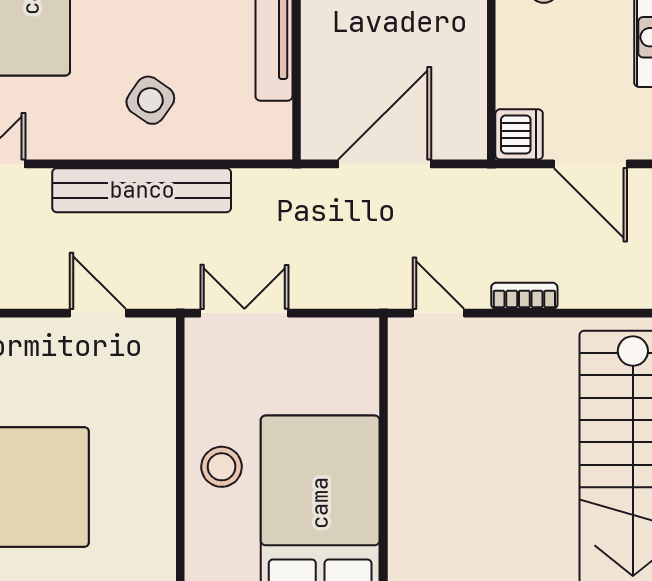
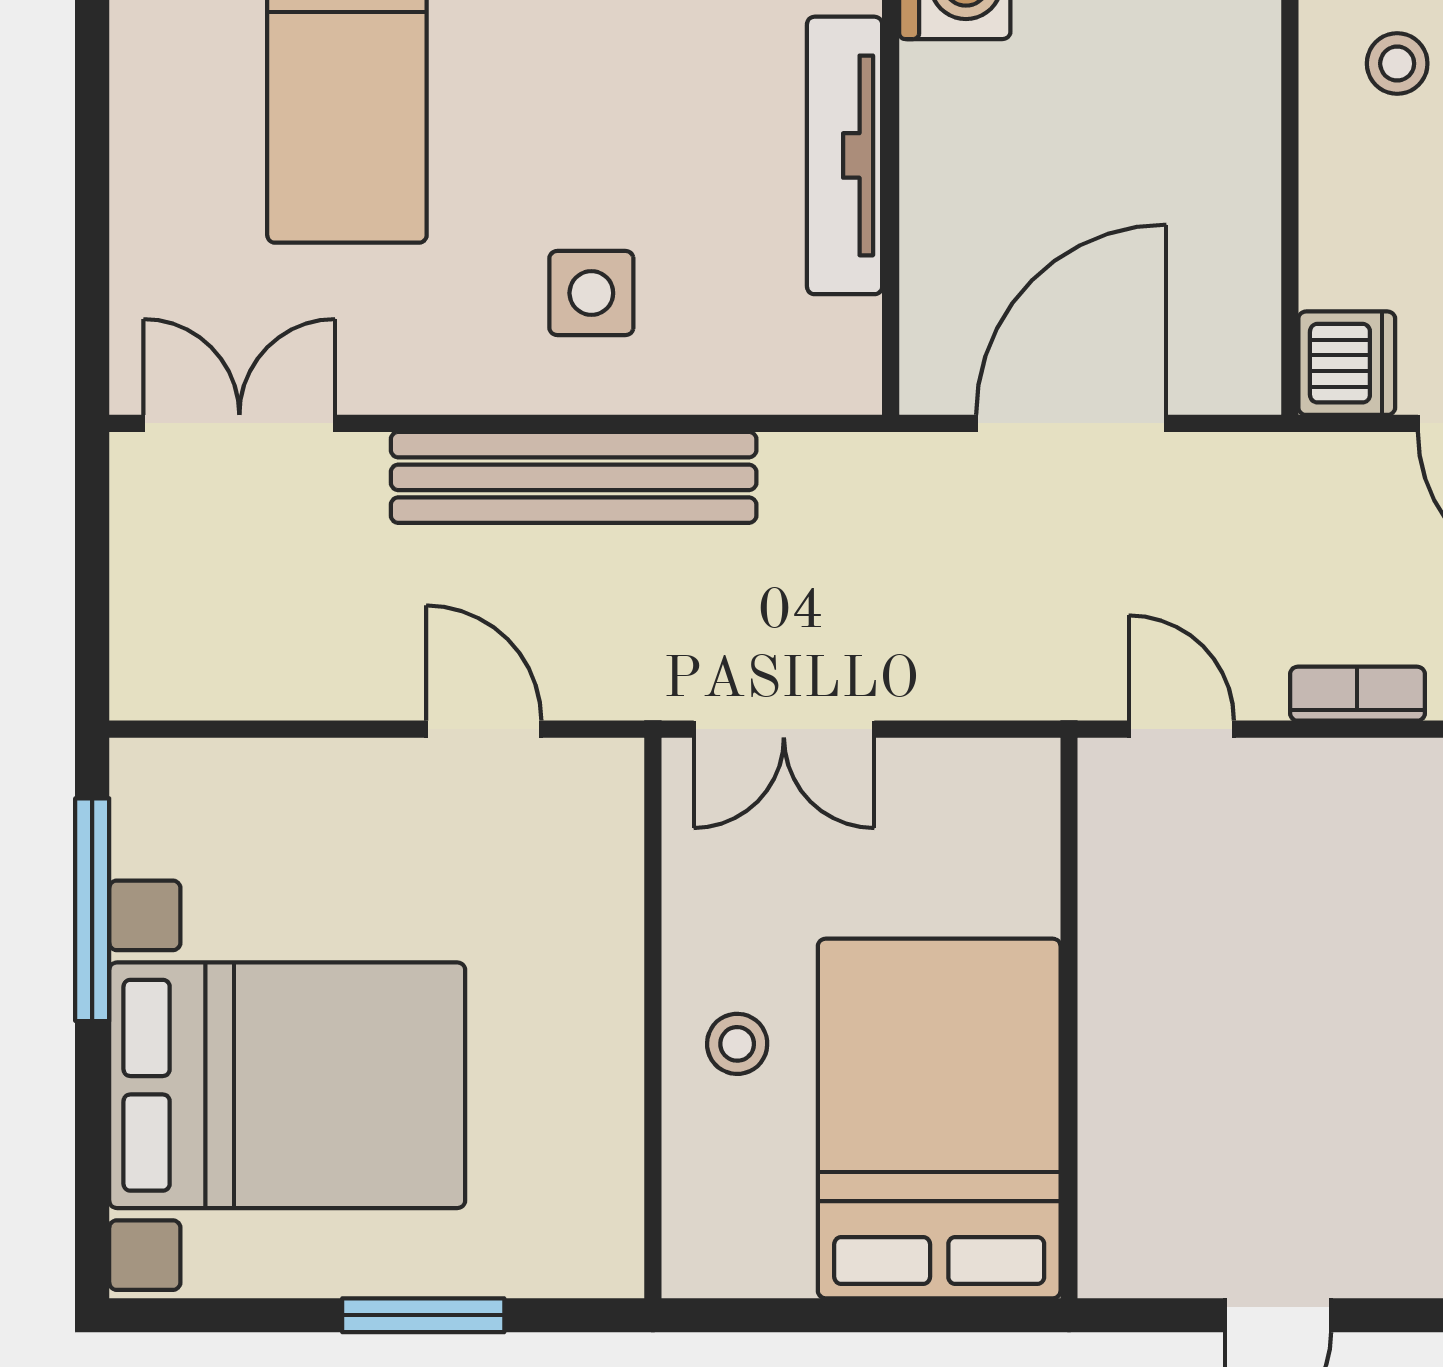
side table: (150, 100) -> (591, 293), turned -35
double door: (244, 313) -> (784, 729), swing flipped
stool: (222, 467) -> (737, 1044), width x0.73, depth x0.73

